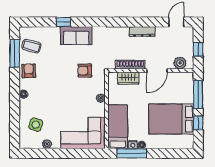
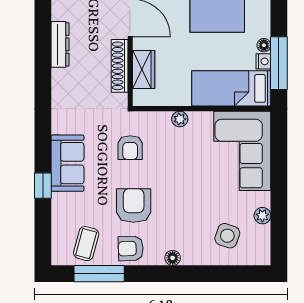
armchair: (53, 72) -> (134, 205), added

